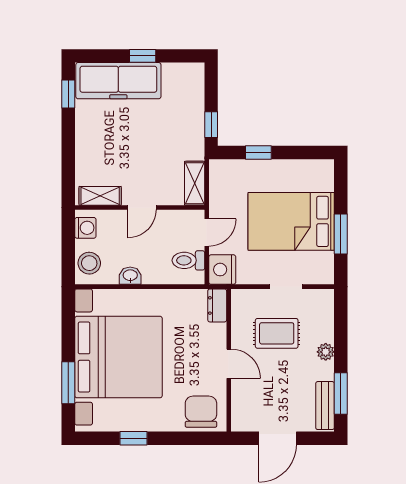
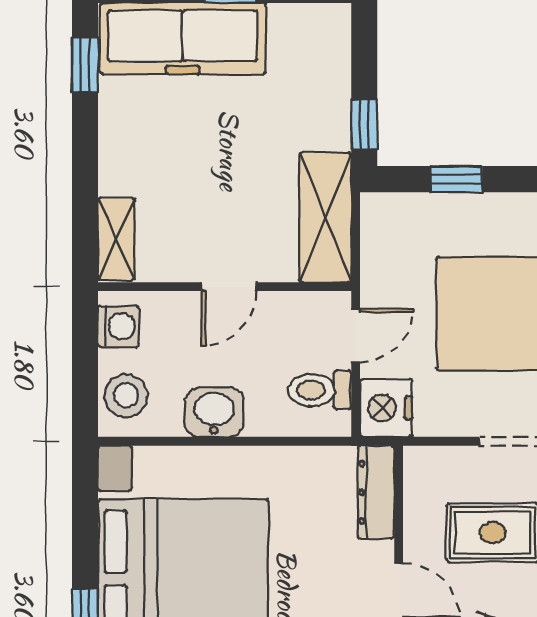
shelving: (195, 183) -> (325, 217), width x1.50, depth x1.33
shelving: (100, 196) -> (116, 239), moved, turned 90
washbasin: (130, 276) -> (214, 412), width x1.38, depth x1.45
dresser: (217, 305) -> (376, 492), width x1.44

